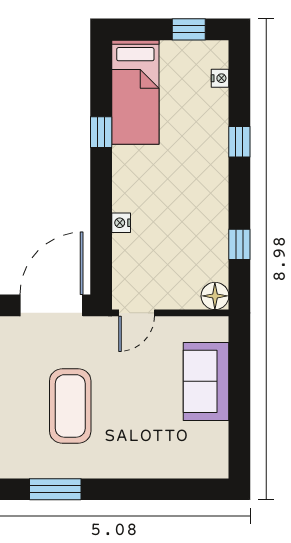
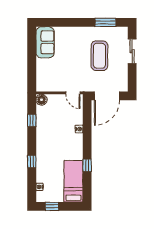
door: (137, 313) -> (73, 93), swing flipped
sofa: (206, 381) -> (45, 42), moved

